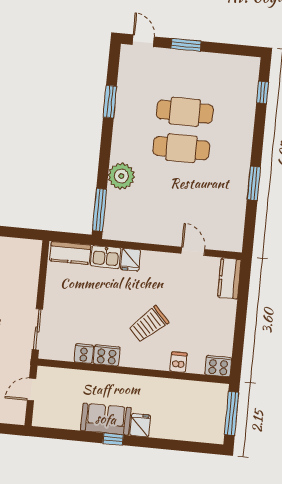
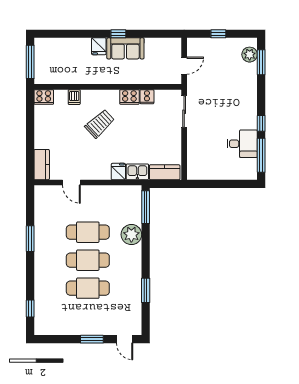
cafe table: (178, 185) -> (88, 232), added

